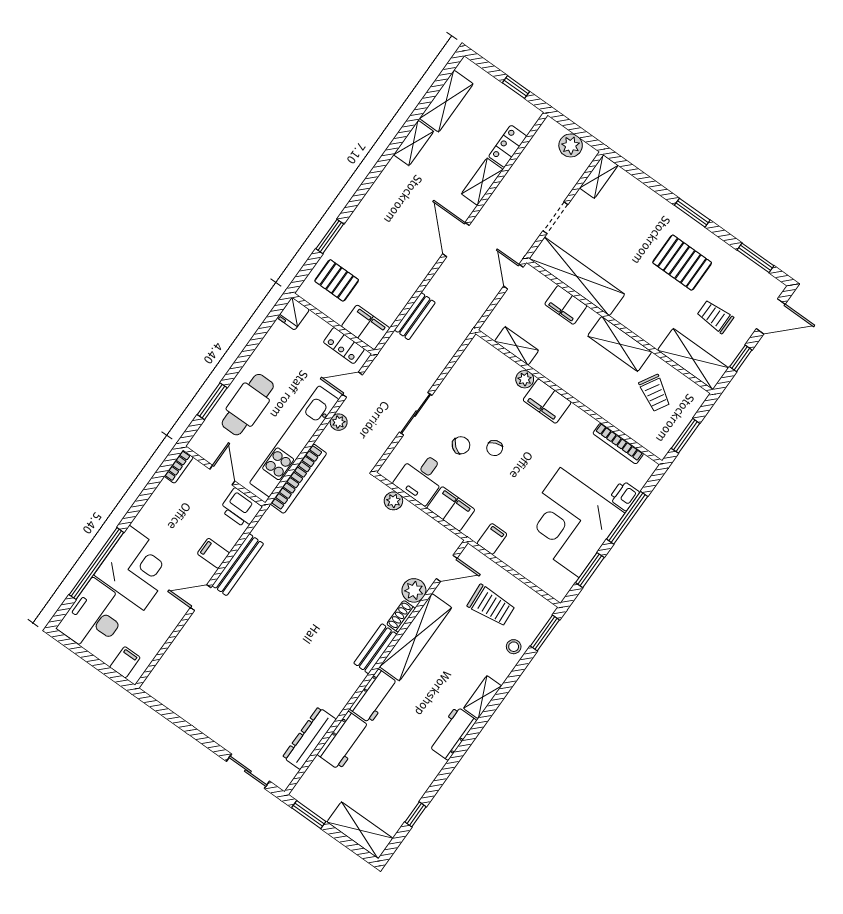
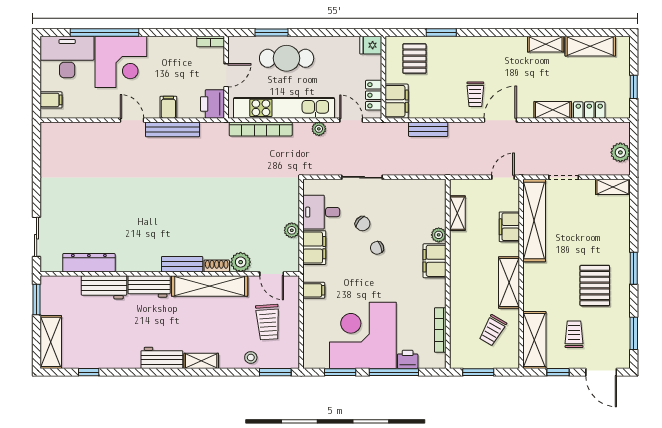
trolley: (414, 246) -> (475, 94), added
plant: (393, 501) -> (292, 230), moved

